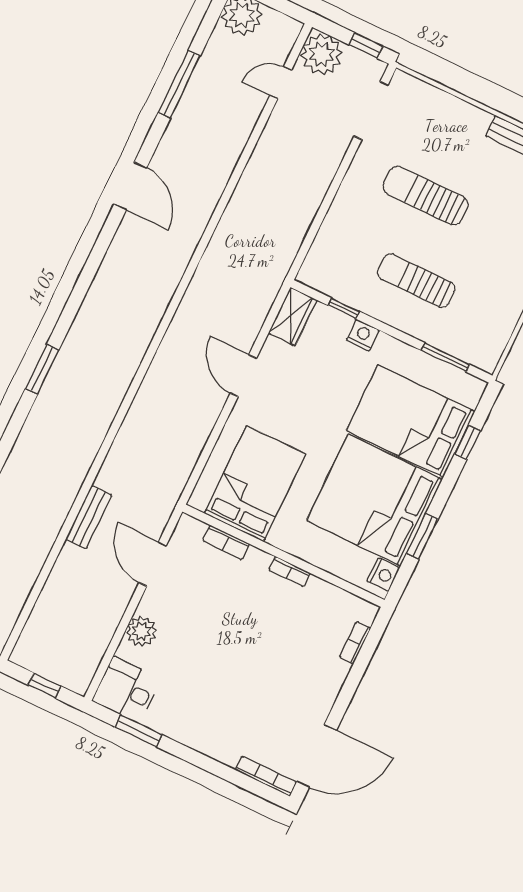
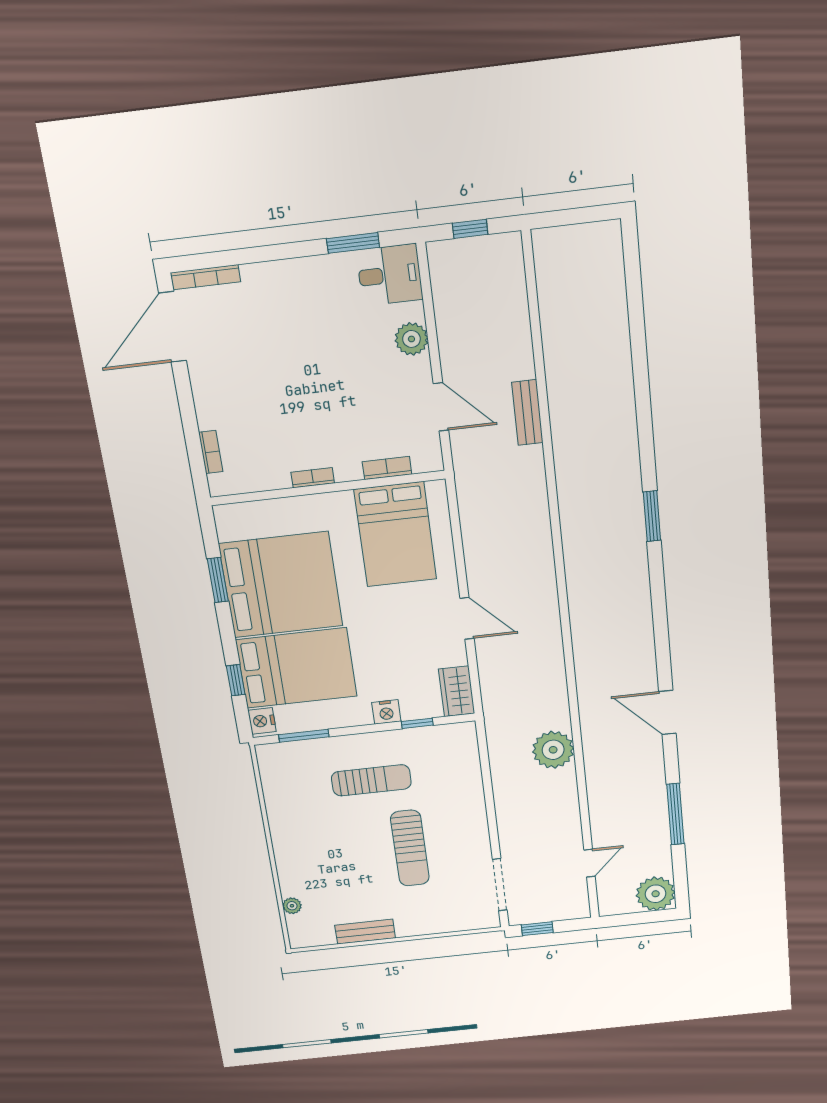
plant: (322, 54) -> (553, 750), moved
sun lounger: (426, 196) -> (410, 848), turned 90
nightstand: (383, 575) -> (262, 721), moved

